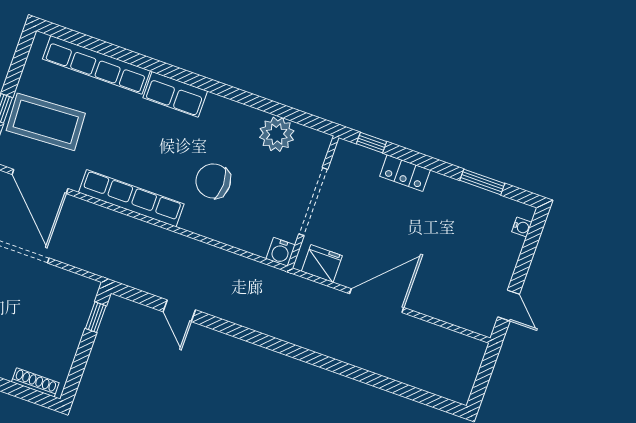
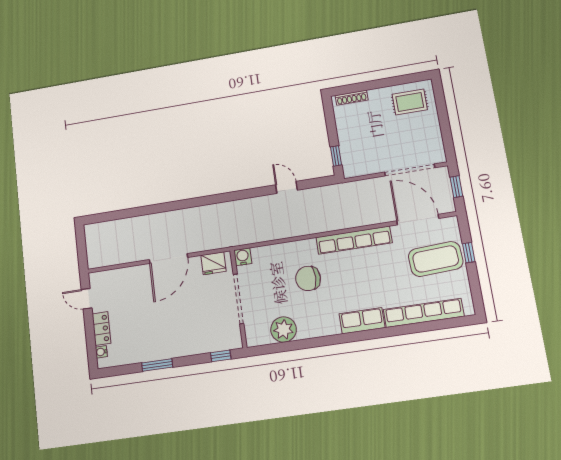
locker: (405, 173) -> (101, 329), moved, turned 90
chair: (213, 181) -> (308, 278), turned 180
window: (482, 182) -> (157, 365), moved

